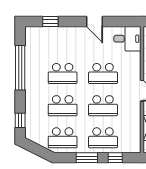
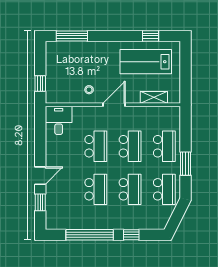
door: (95, 22) -> (40, 176), moved
window: (20, 120) -> (131, 235), moved
window: (115, 158) -> (186, 133), removed

